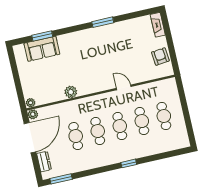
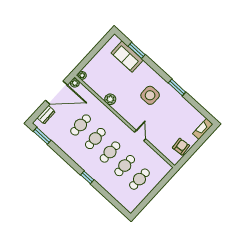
side table: (93, 52) -> (150, 95), added

